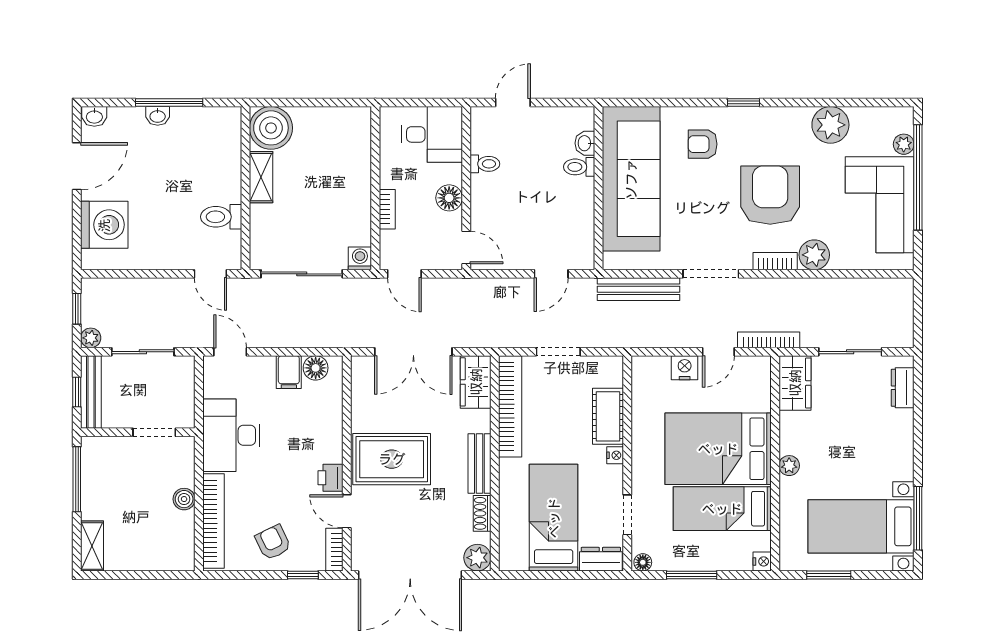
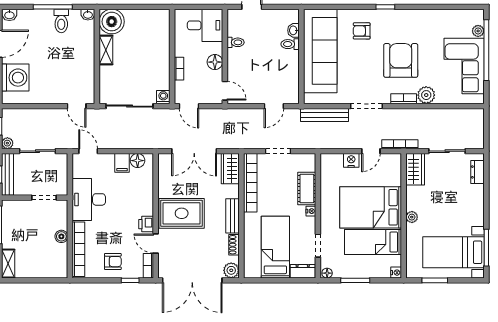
washbasin: (158, 116) -> (88, 15), moved
plant: (830, 125) -> (436, 20), removed
toilet: (221, 217) -> (61, 21), moved, turned -90
armchair: (273, 542) -> (113, 262), turned 116

